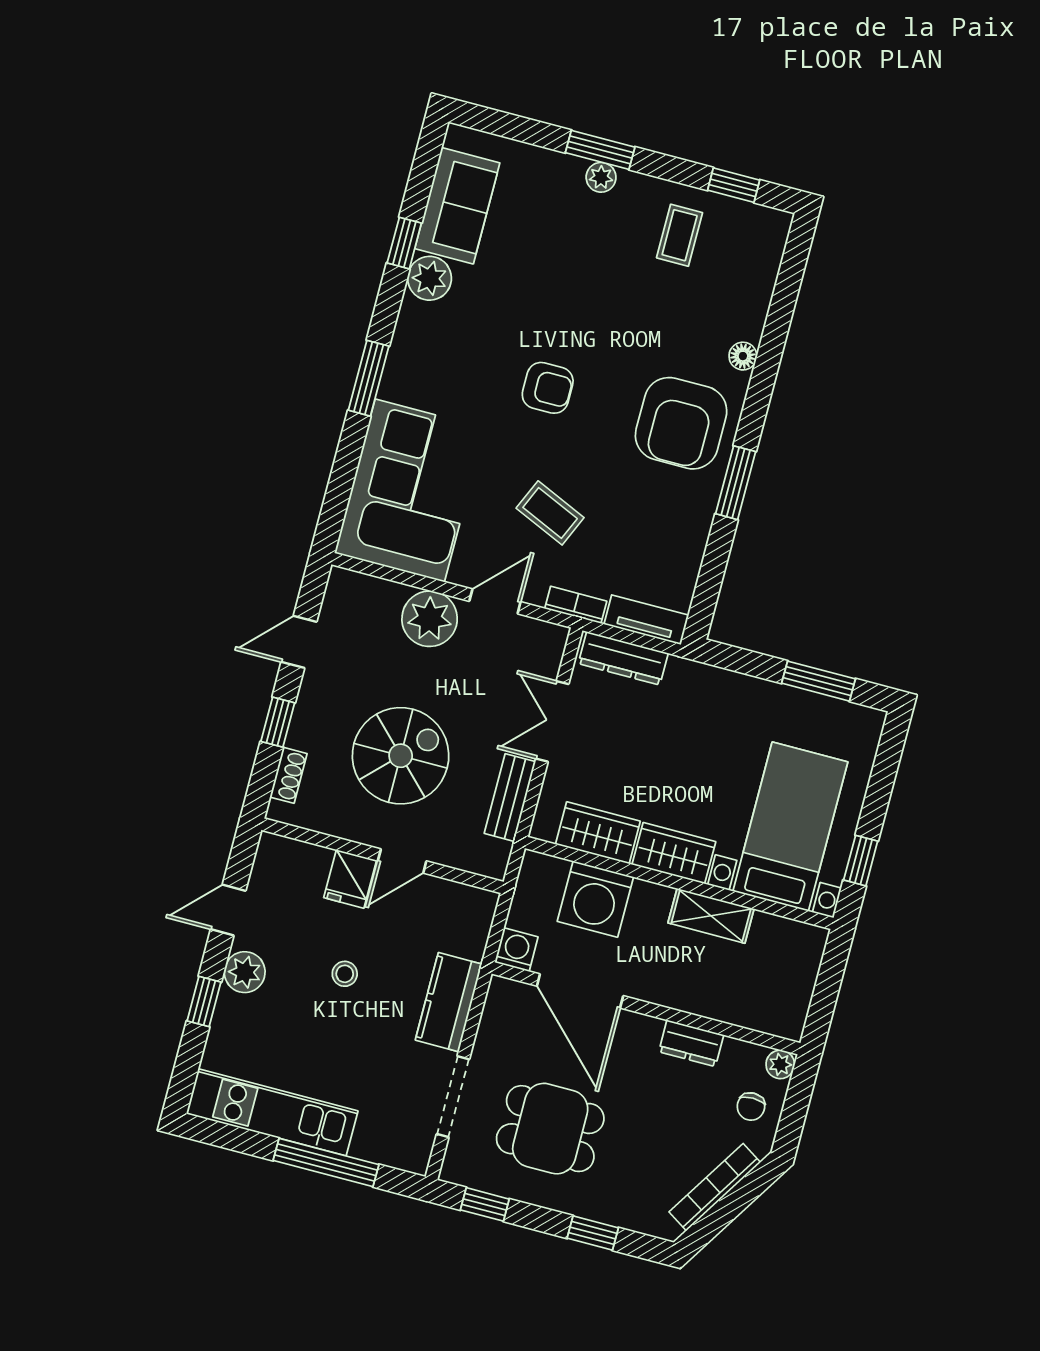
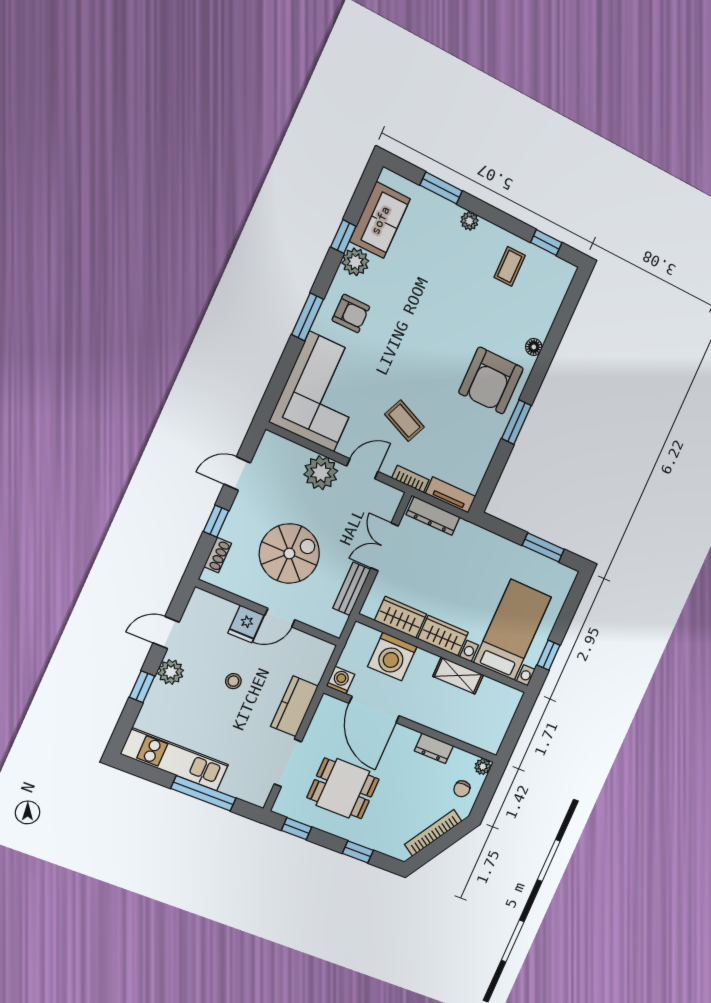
window: (600, 150) -> (441, 188), moved
armchair: (548, 388) -> (351, 314), moved

